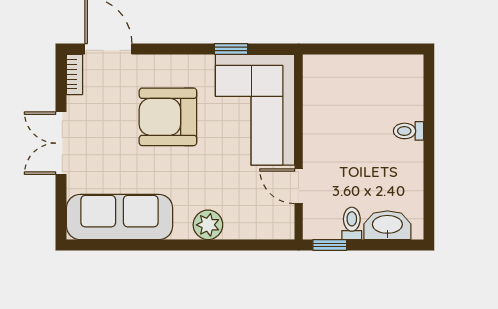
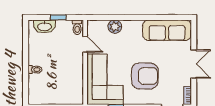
toilet: (352, 223) -> (77, 27), moved
plant: (208, 225) -> (115, 27), moved
window: (330, 245) -> (58, 17), moved

